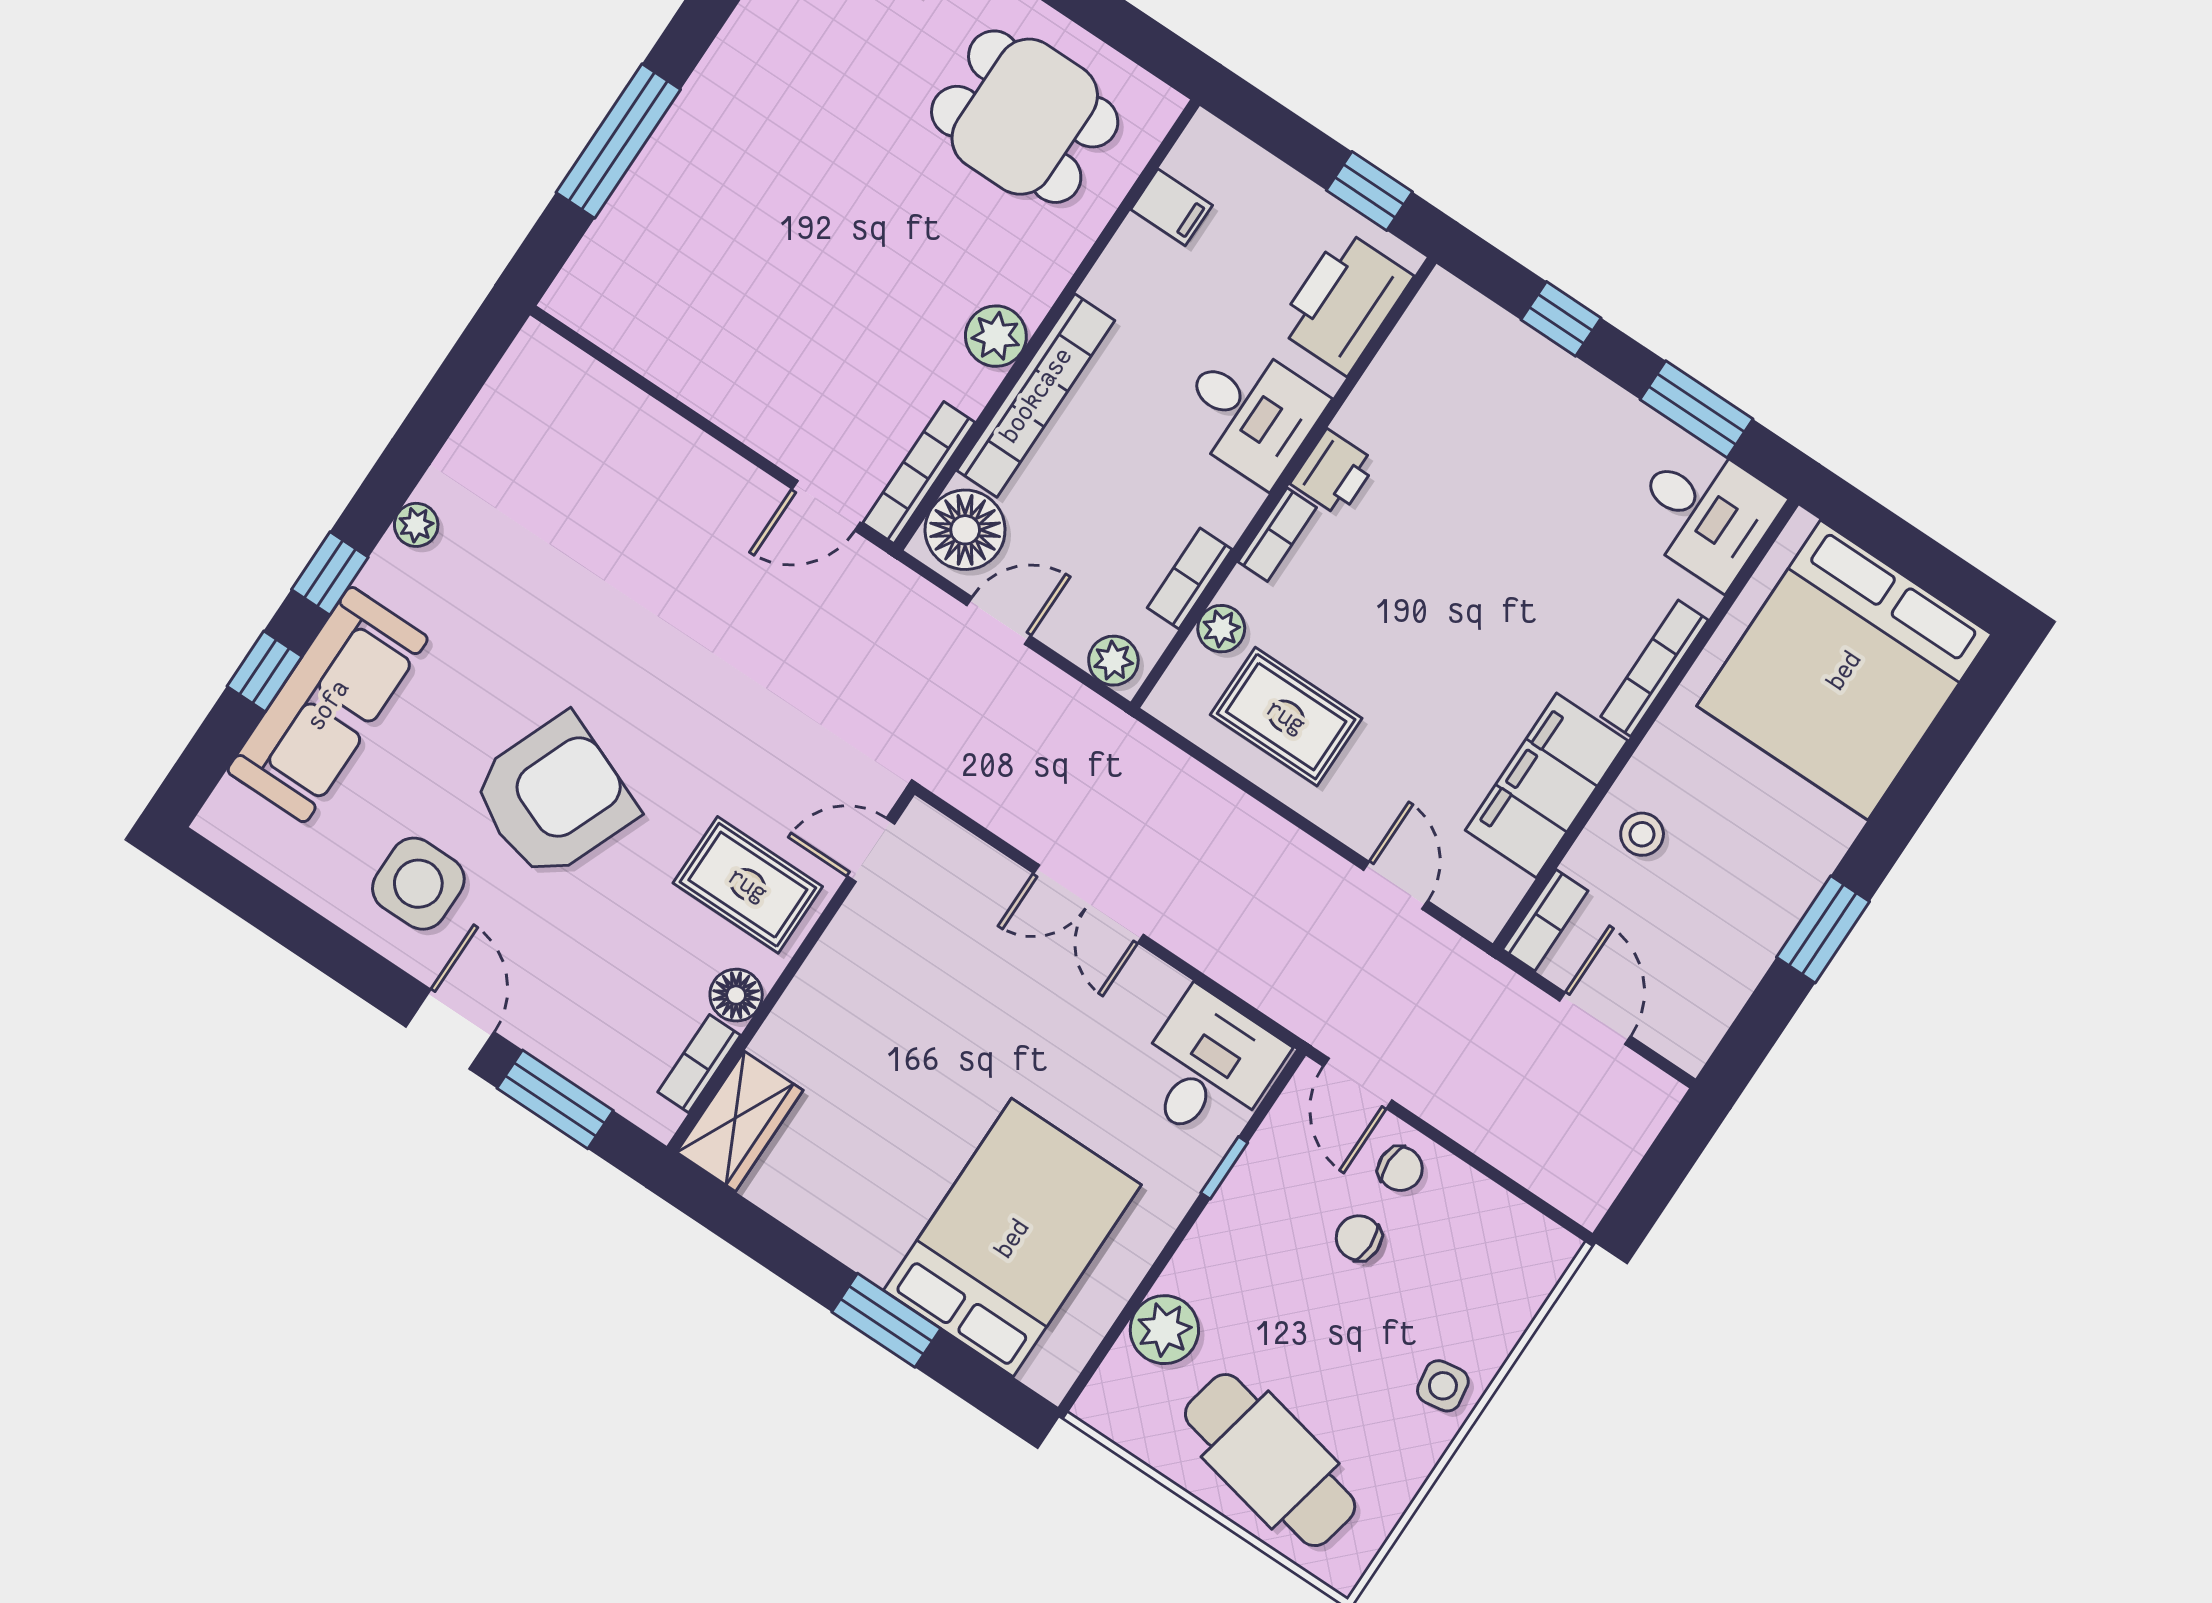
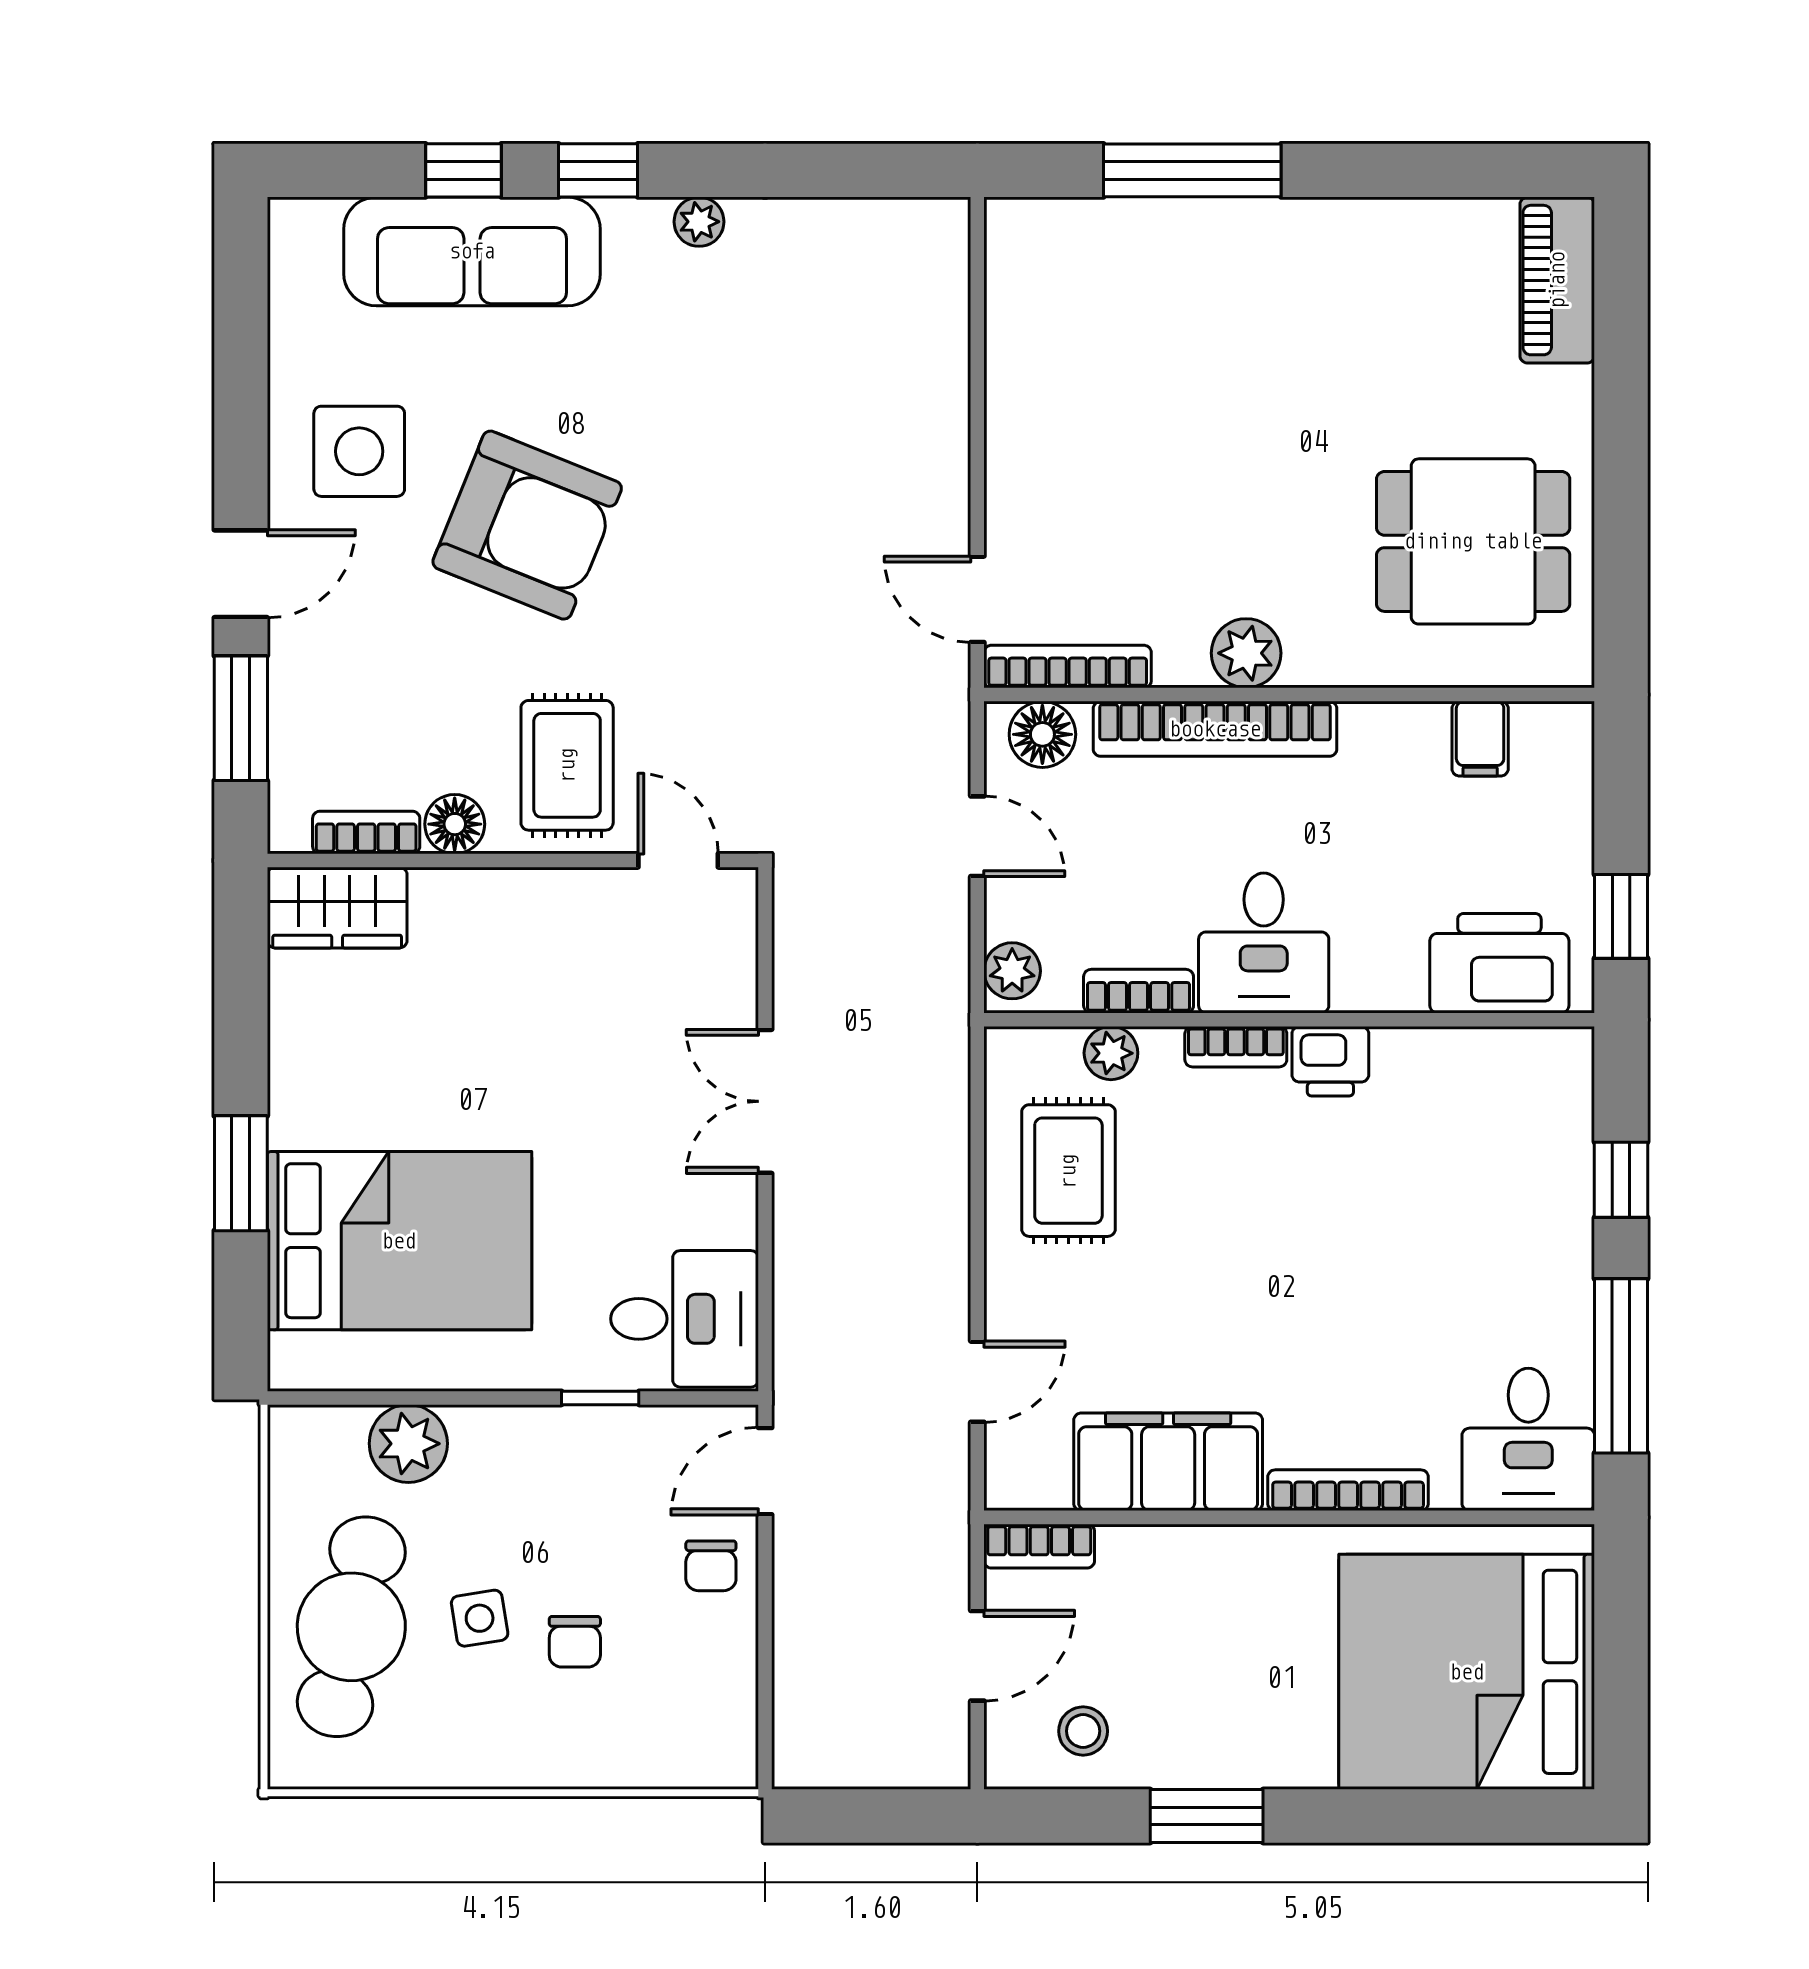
dining table: (1025, 117) -> (1473, 541), turned 90
window: (1697, 409) -> (1621, 1366), width x1.44
desk: (1250, 412) -> (1264, 943), moved
floor lamp: (965, 530) -> (1042, 734), width x0.73, depth x0.73
stool: (1642, 834) -> (1083, 1731), moved
chair: (1359, 1238) -> (575, 1642), moved, turned 180
side table: (1443, 1386) -> (480, 1618), moved

